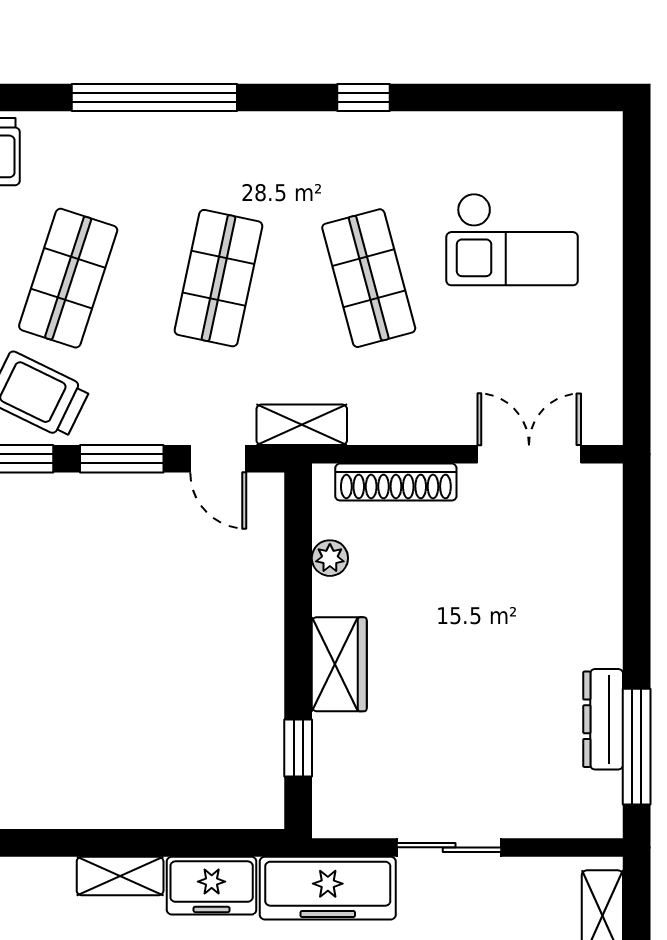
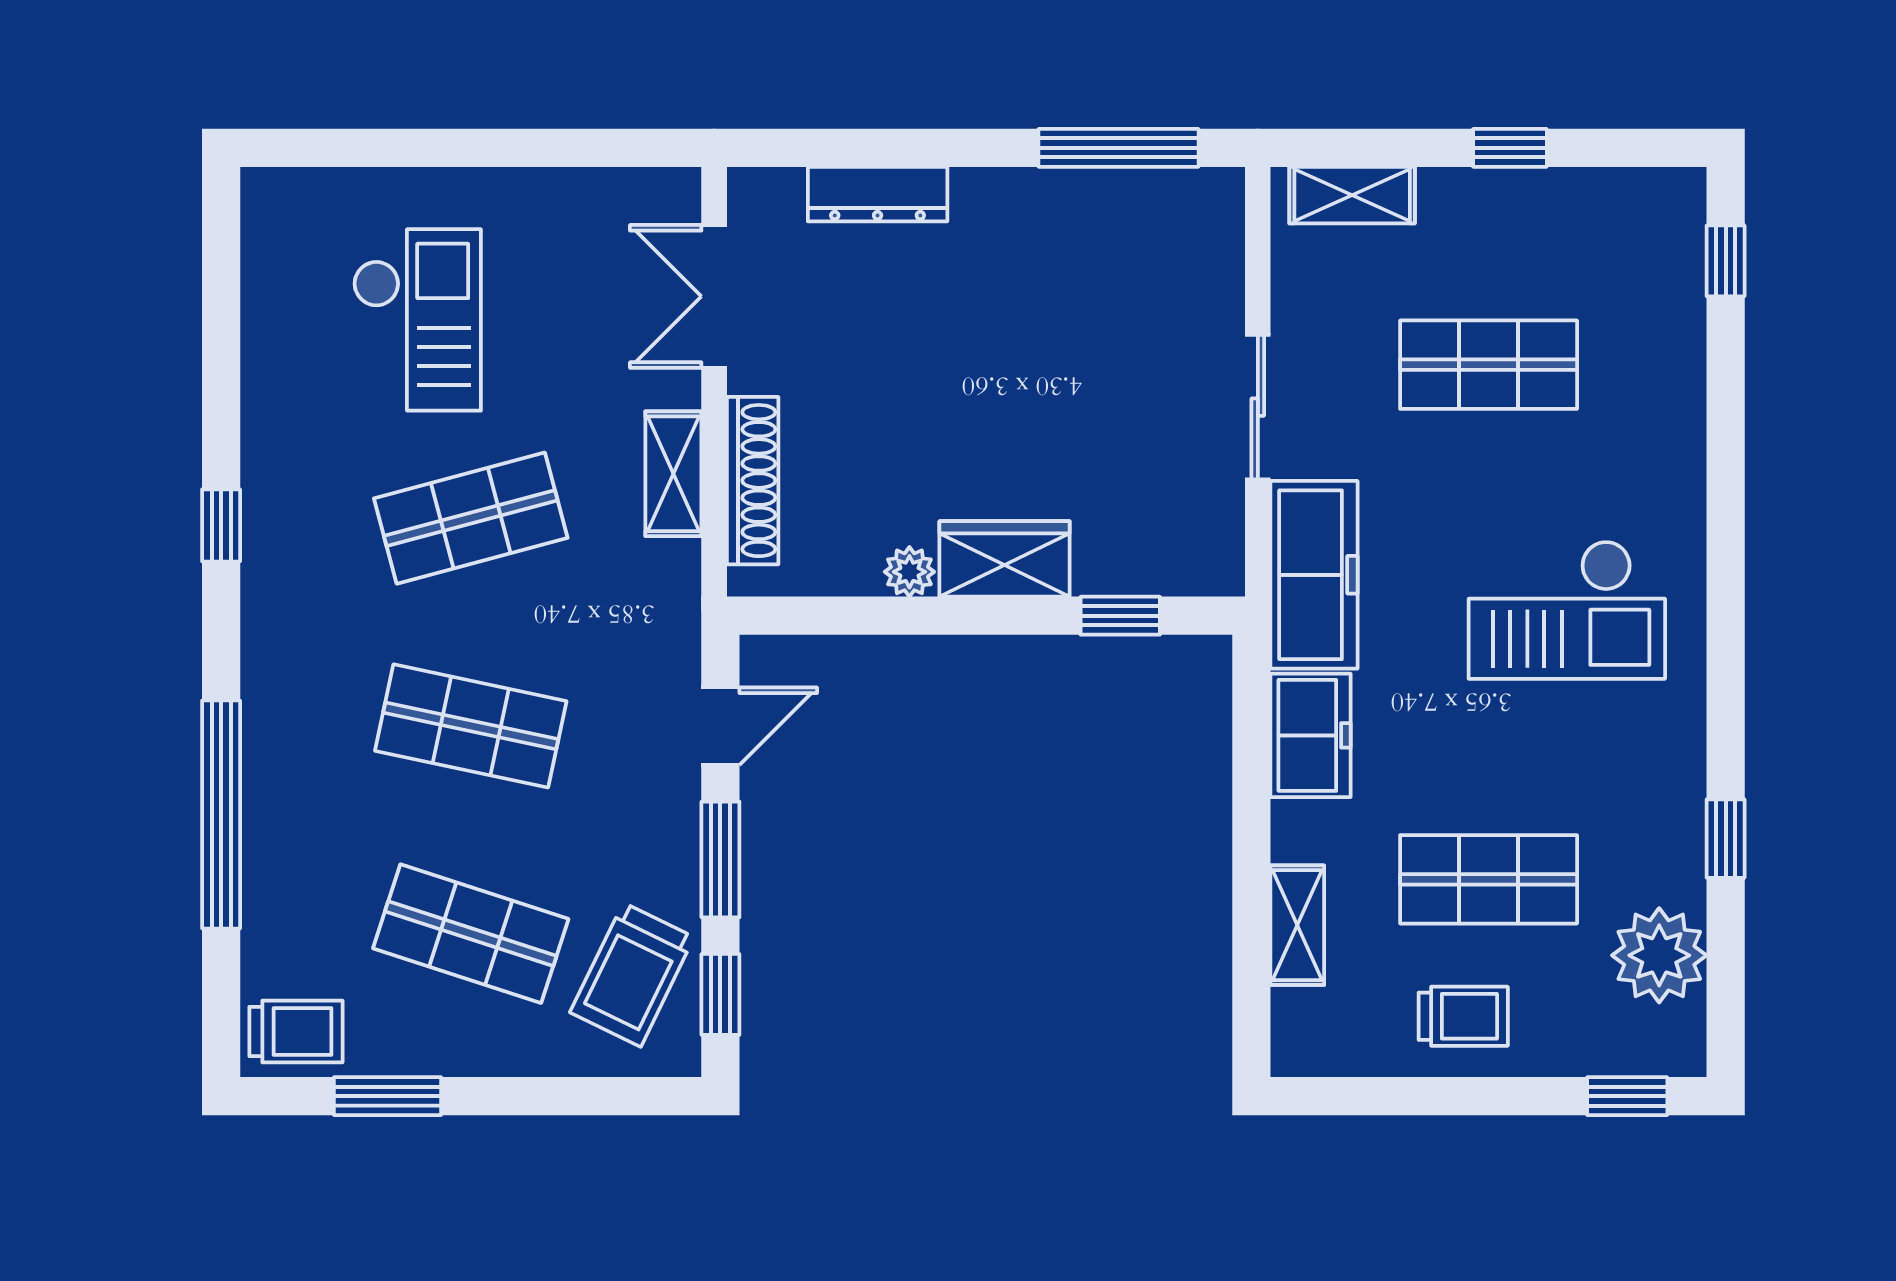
shelving: (302, 425) -> (673, 474), moved
plant: (330, 558) -> (909, 572), moved
dresser: (603, 719) -> (878, 194), moved
shelving: (120, 876) -> (1297, 925), moved

